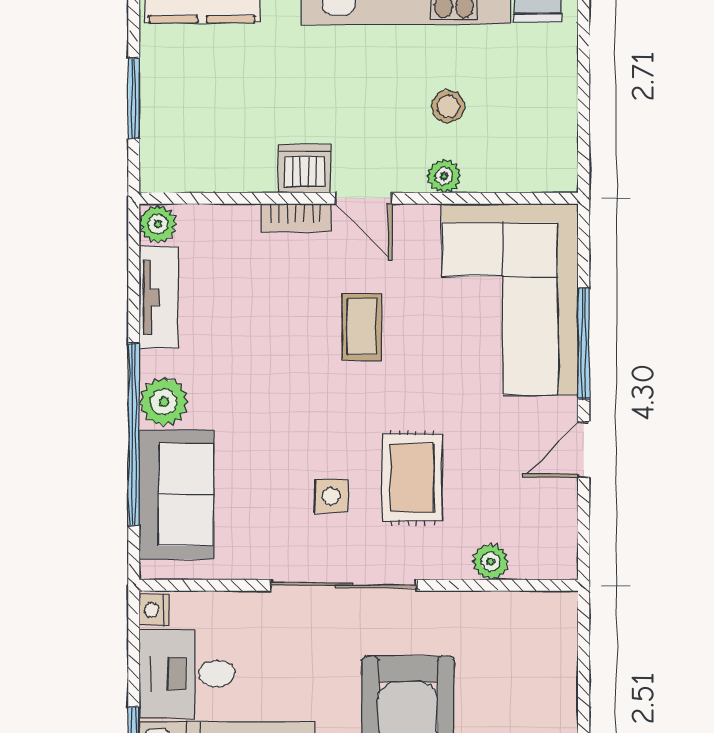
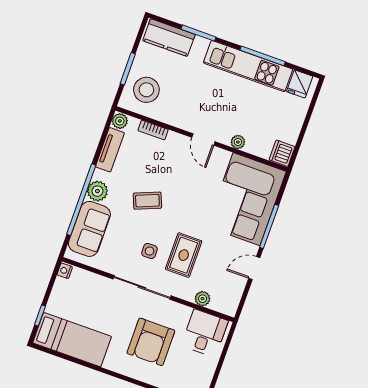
stool: (448, 106) -> (146, 90), moved, width x1.89, depth x1.89
dishwasher: (305, 169) -> (282, 153), moved, turned -90
bookcase: (296, 218) -> (153, 130), moved
coffee table: (362, 327) -> (147, 201), moved, turned 68
desk: (187, 674) -> (205, 333), moved, turned 90

